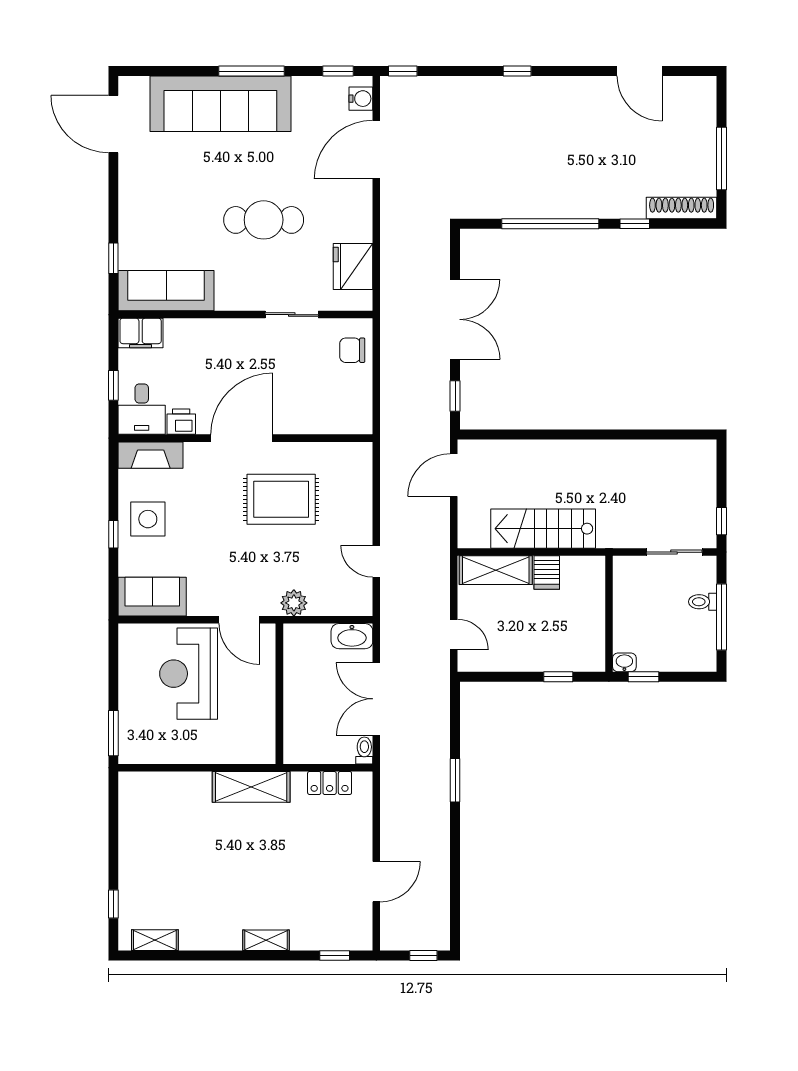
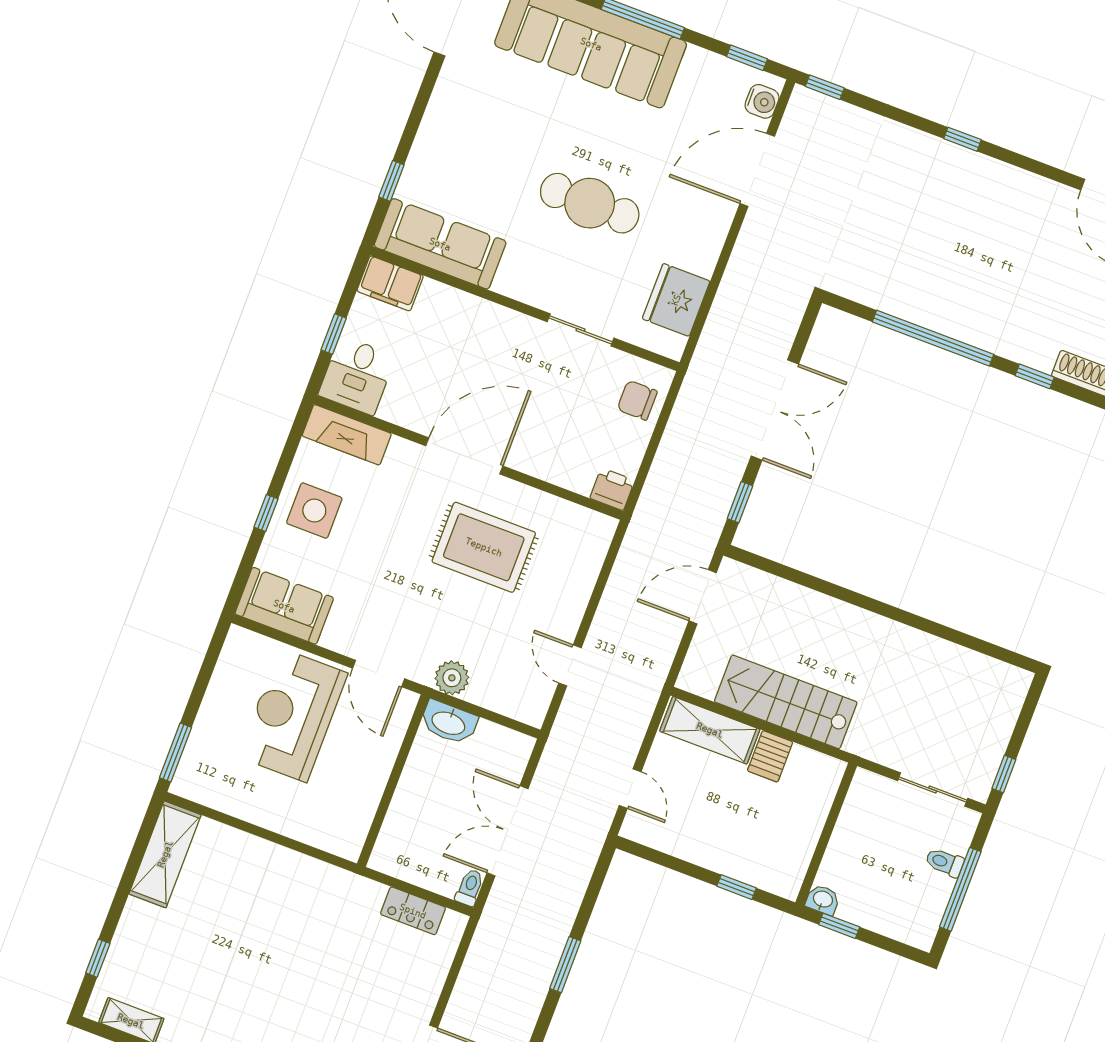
printer: (181, 422) -> (612, 489), moved
washbasin: (352, 636) -> (449, 722), moved
shelving: (251, 787) -> (165, 854), moved, turned 90

